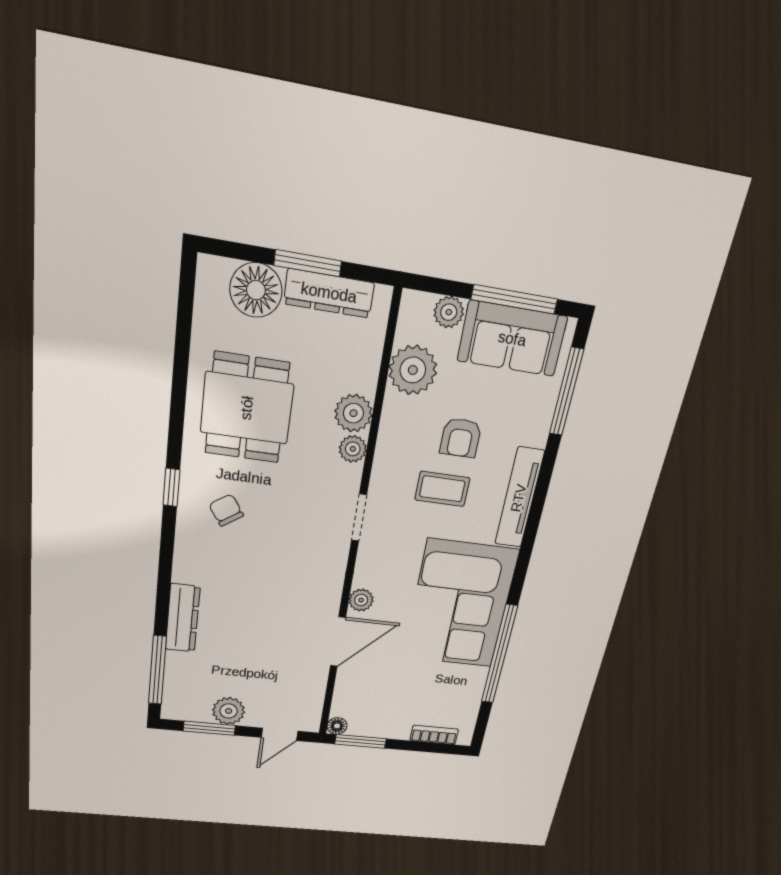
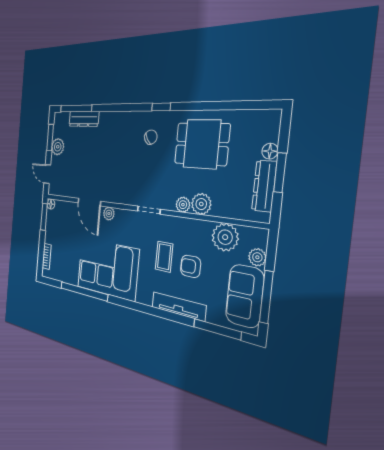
floor lamp: (256, 290) -> (270, 151), width x0.53, depth x0.53
tv unit: (519, 498) -> (178, 306), moved
dresser: (183, 618) -> (84, 119), moved

